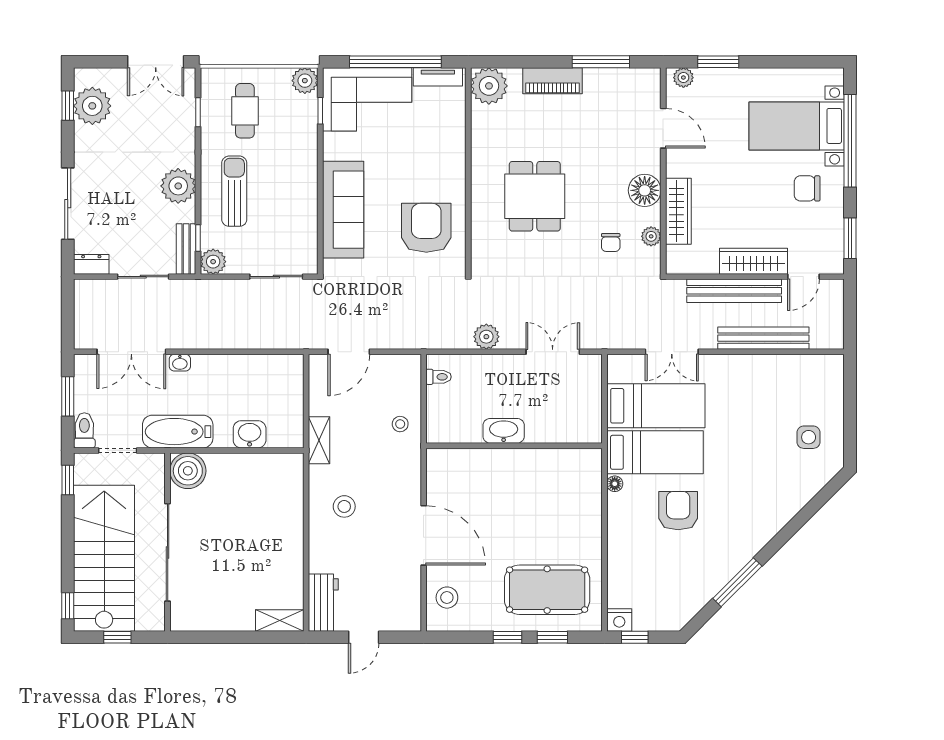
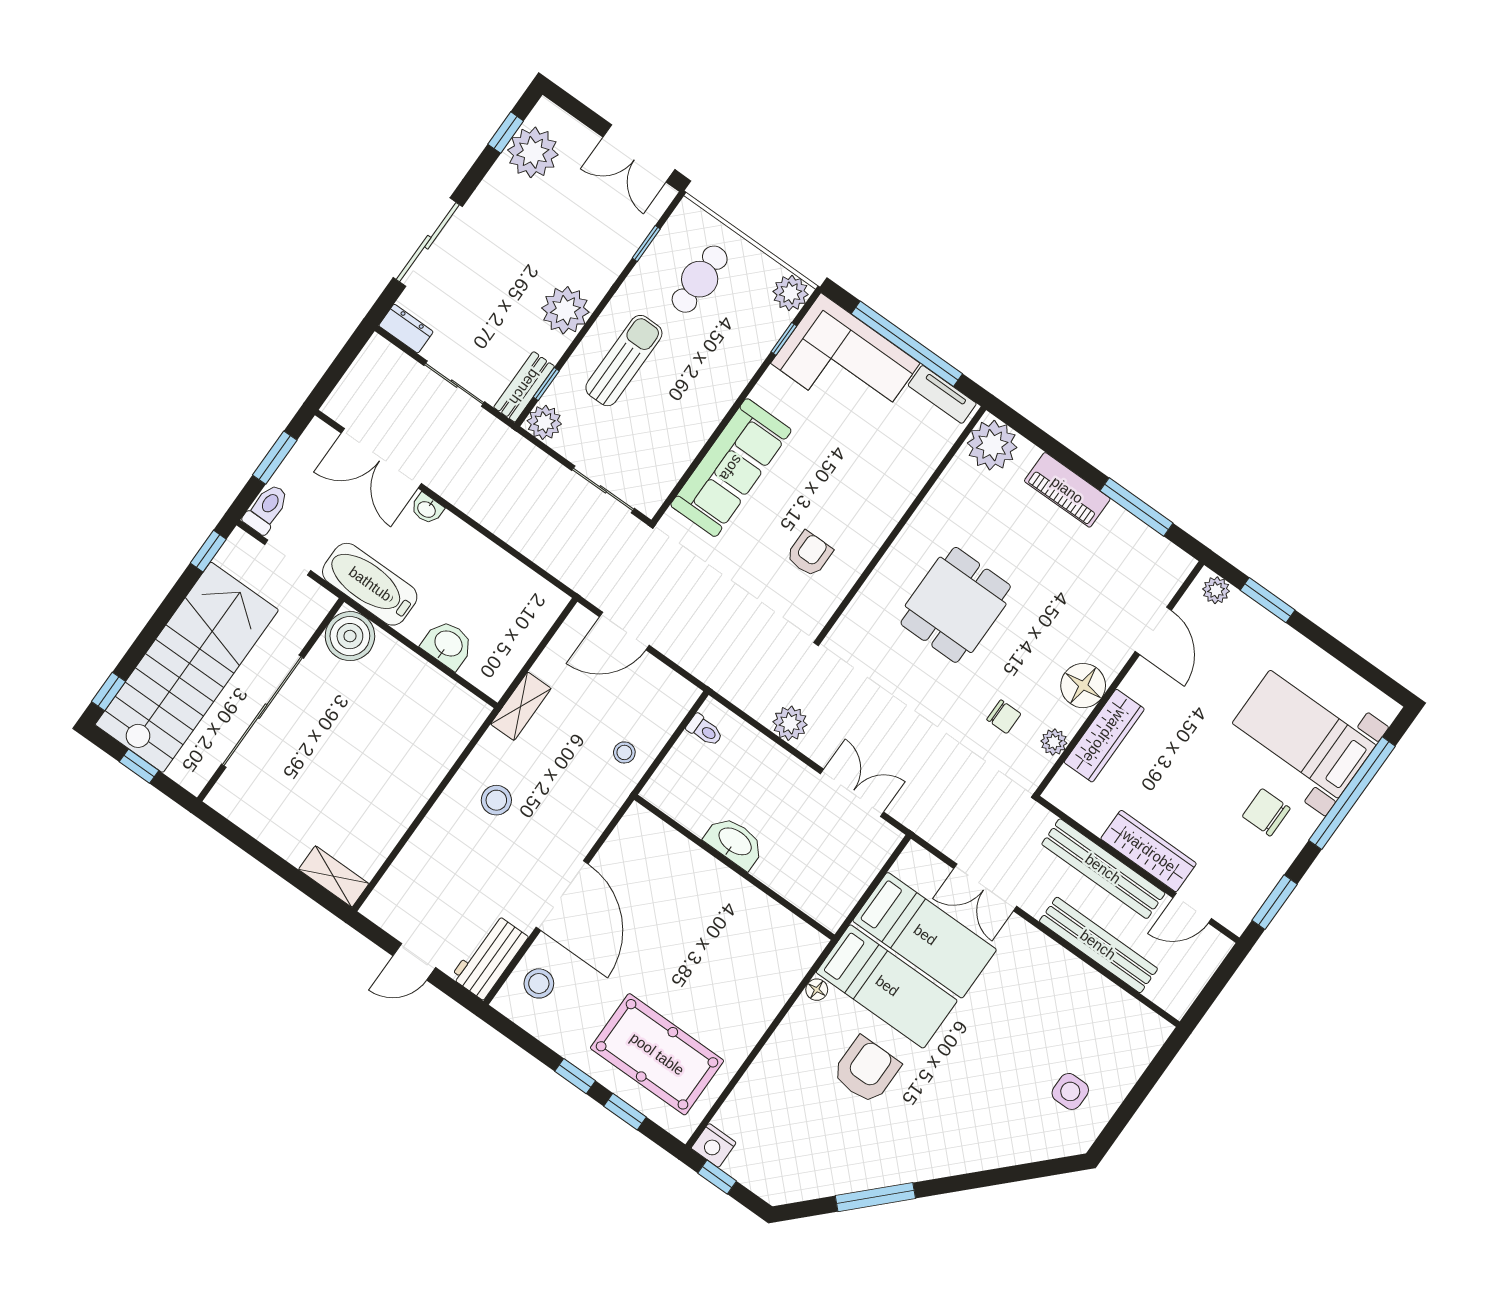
armchair: (426, 228) -> (809, 554), width x0.53, depth x0.53
chair: (611, 242) -> (1004, 717), turned -90
workbench: (323, 603) -> (489, 957), moved, turned 180

